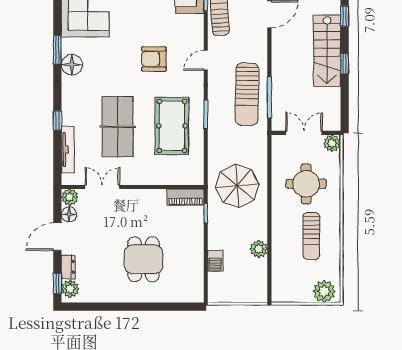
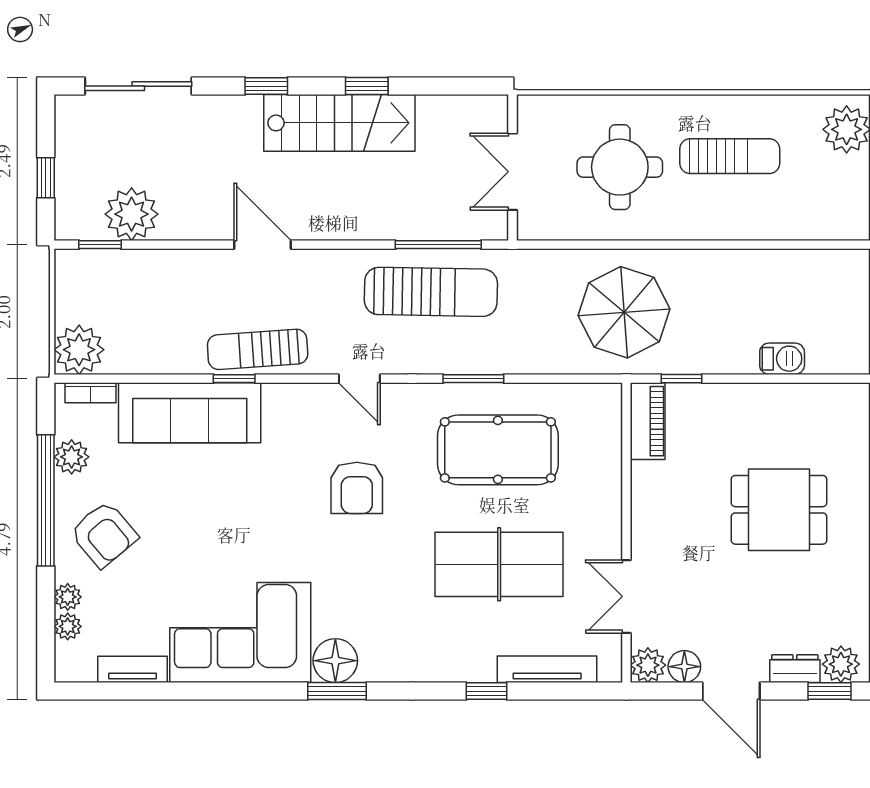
floor lamp: (72, 65) -> (335, 661), moved
plant: (332, 143) -> (534, 112), removed
plant: (259, 249) -> (757, 267), removed

